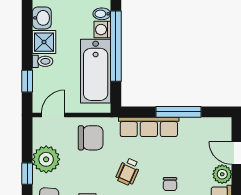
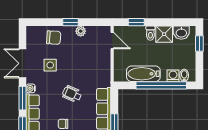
bathtub: (96, 71) -> (143, 74), width x0.73, depth x0.73
chair: (91, 138) -> (96, 67), removed
plant: (46, 159) -> (81, 31), width x0.53, depth x0.53

